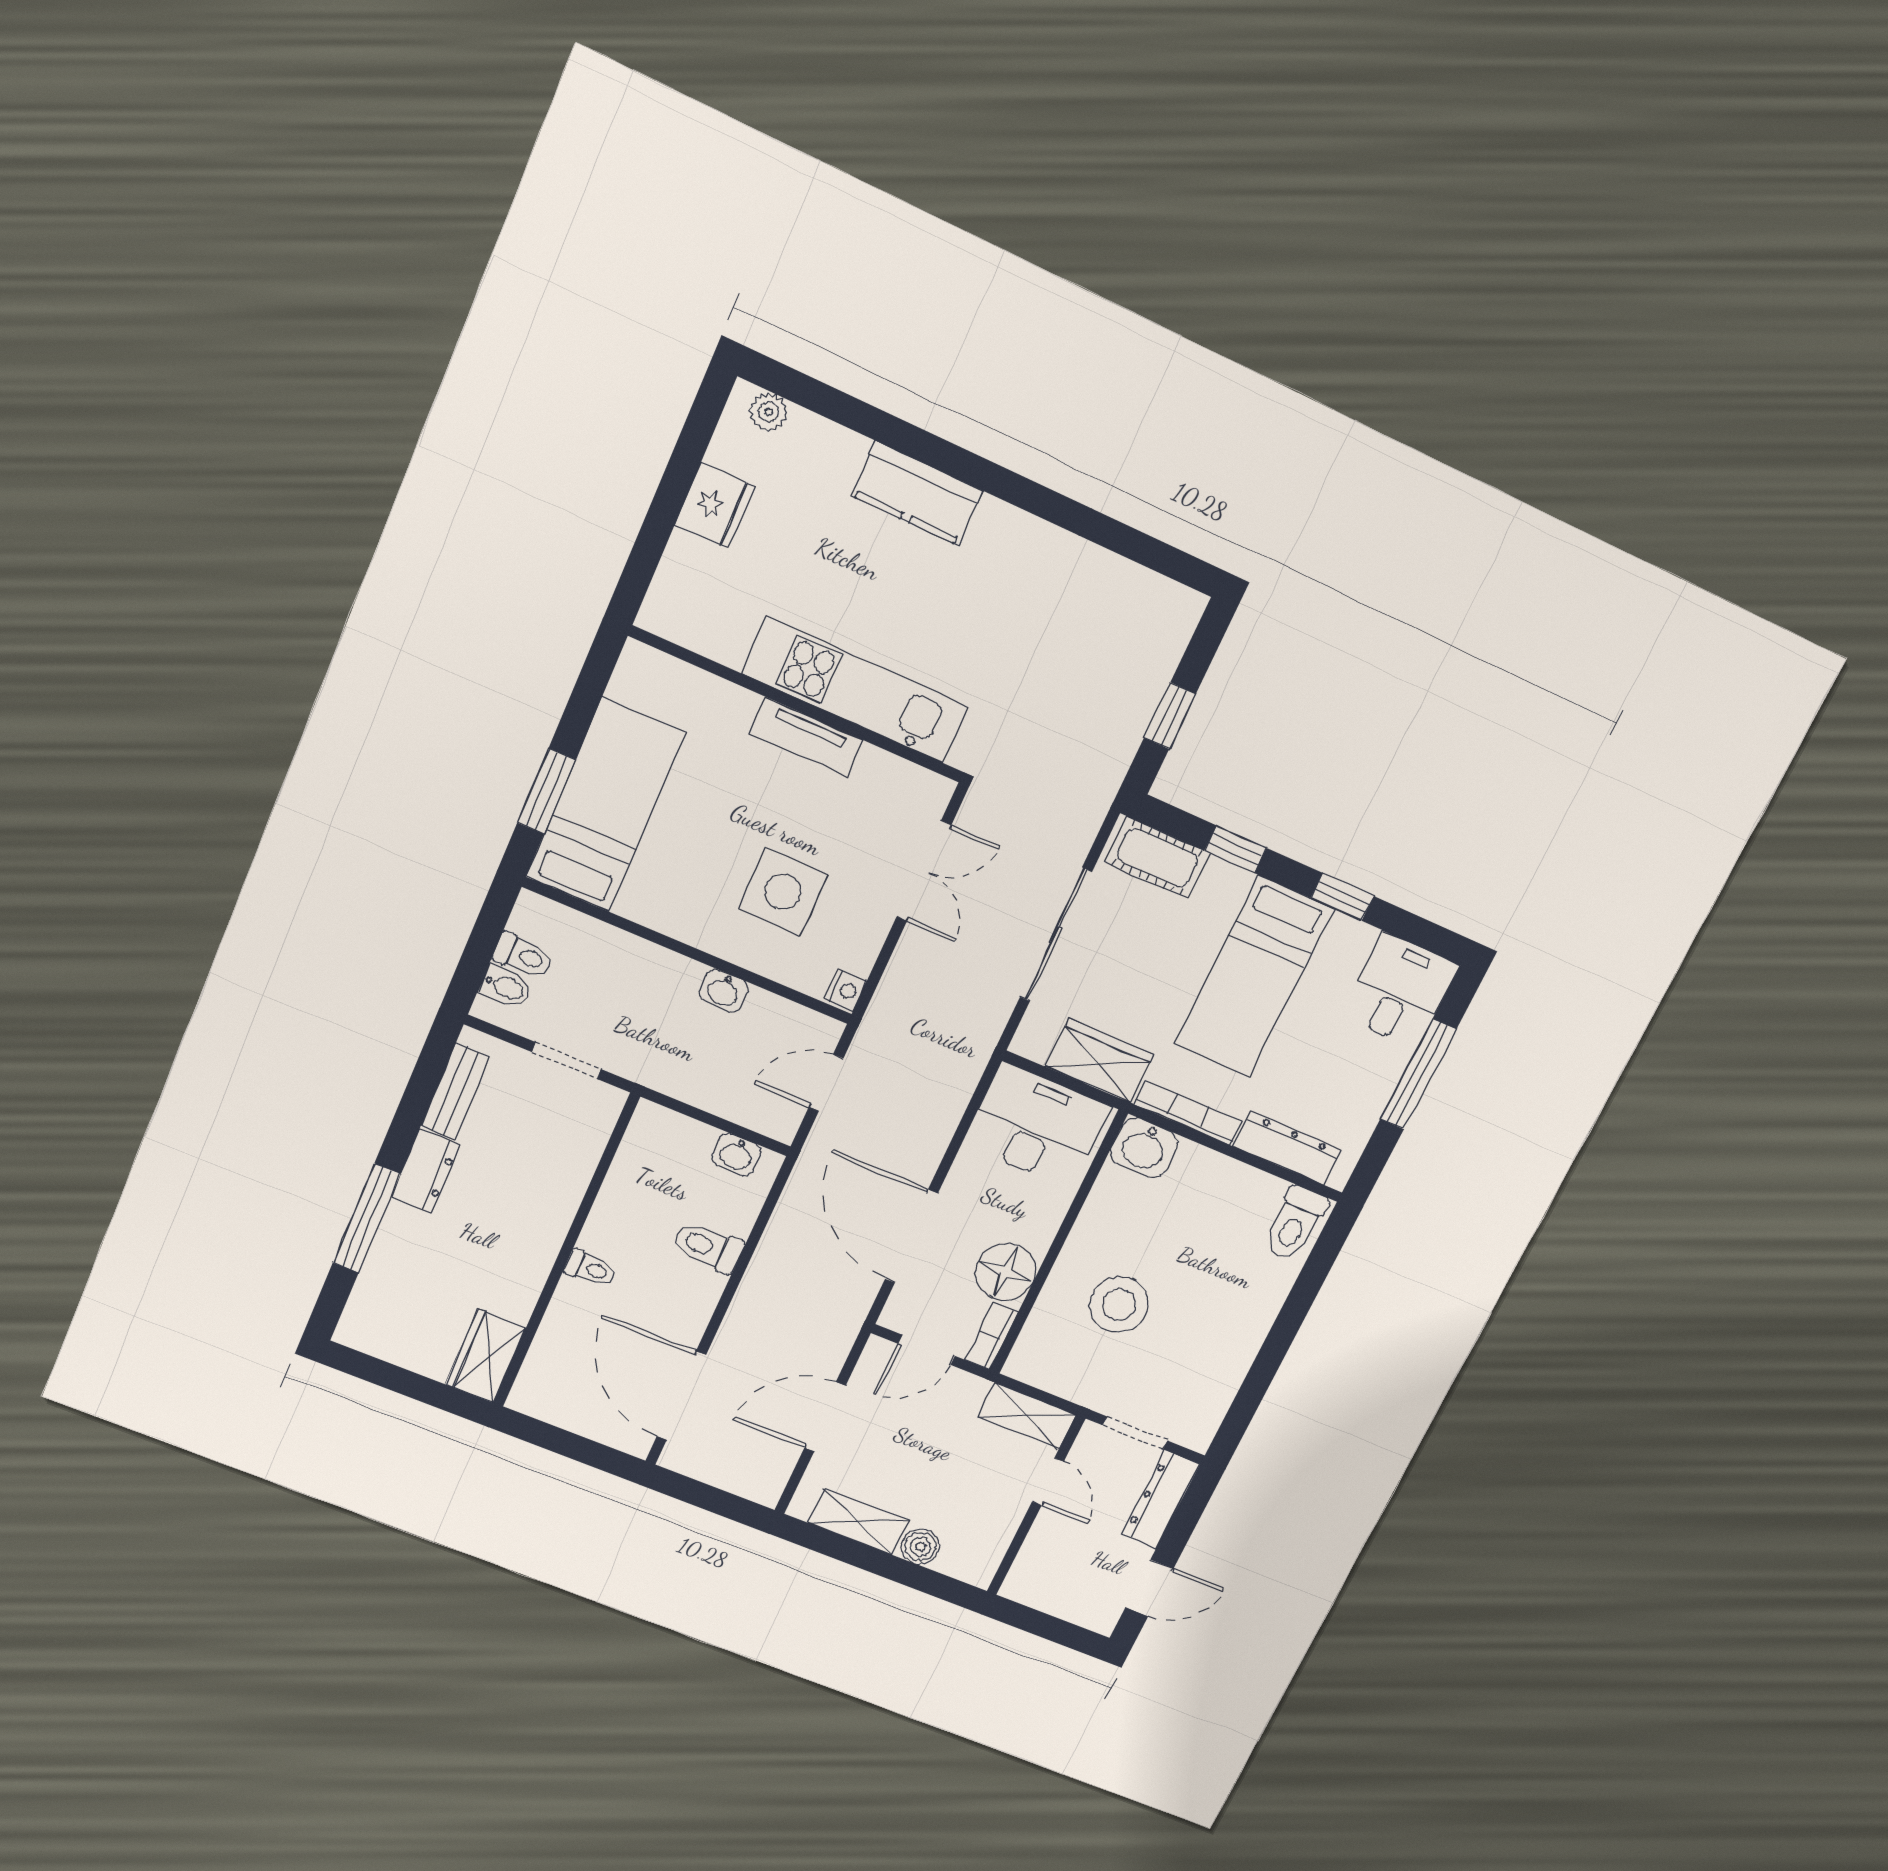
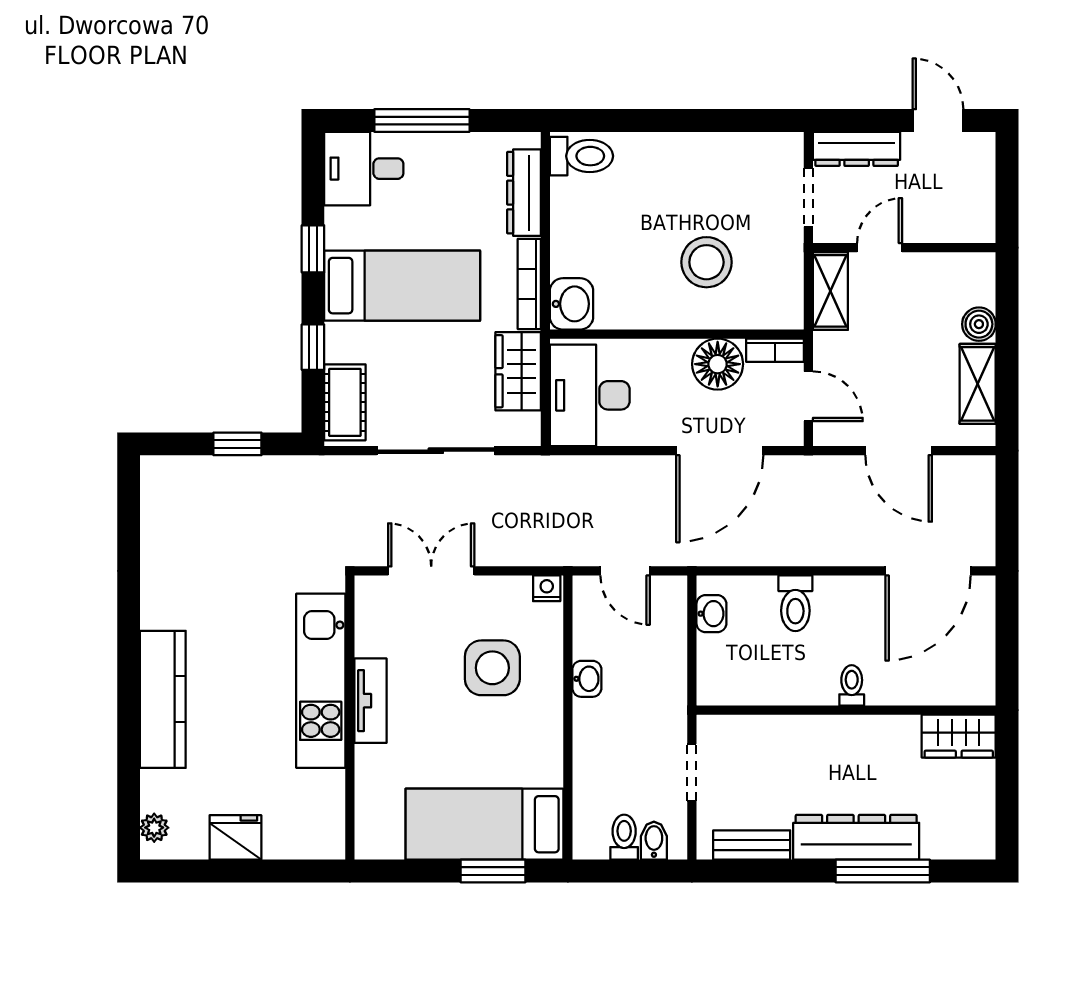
kitchen counter: (917, 493) -> (163, 699), width x1.50
dresser: (426, 1171) -> (856, 837), width x1.96, depth x1.24

